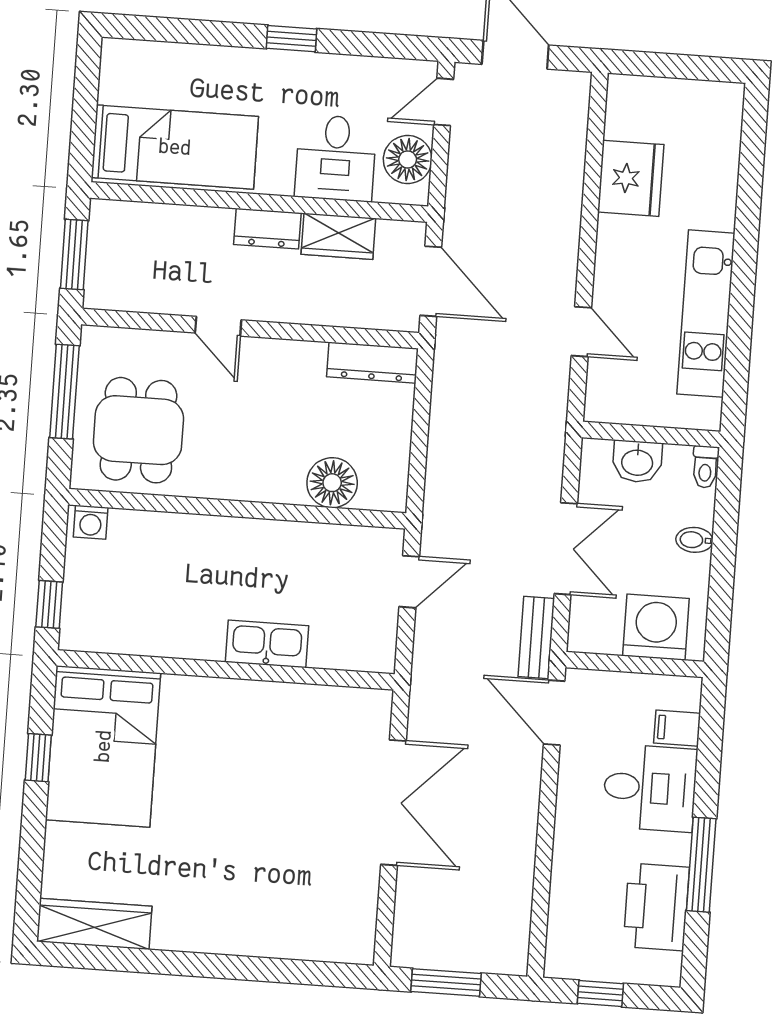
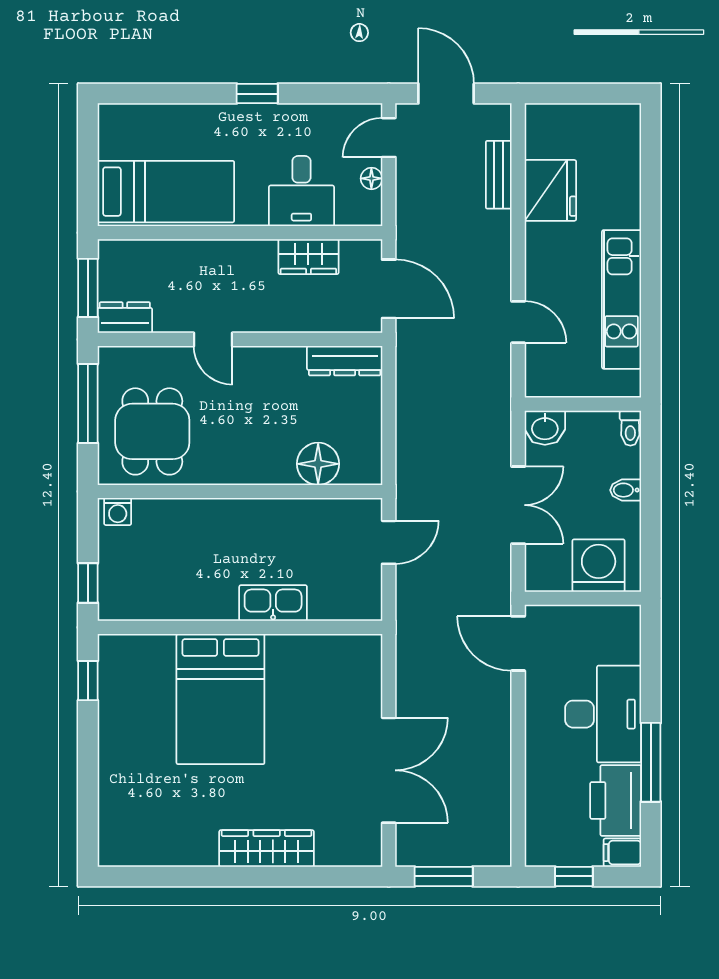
floor lamp: (408, 160) -> (371, 178), width x0.53, depth x0.53
dresser: (267, 229) -> (125, 318), moved, turned 180
washbasin: (637, 462) -> (545, 428), moved
bench: (536, 638) -> (499, 175), moved
filing cabinet: (677, 728) -> (622, 853), moved
bed: (103, 746) -> (220, 699), moved
window: (38, 758) -> (88, 681), moved
desk: (650, 788) -> (603, 714), width x1.37
double door: (393, 803) -> (389, 770), moved
wardrobe: (94, 924) -> (267, 848), moved

